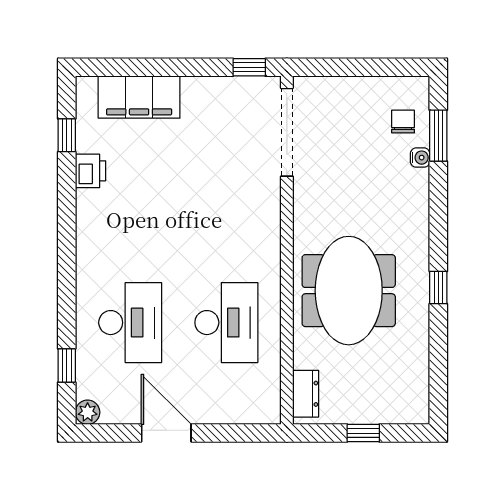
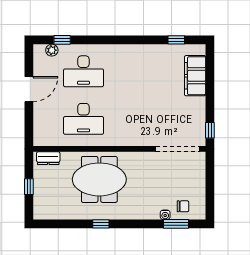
printer: (91, 171) -> (159, 52), removed
plant: (88, 412) -> (52, 50), moved

